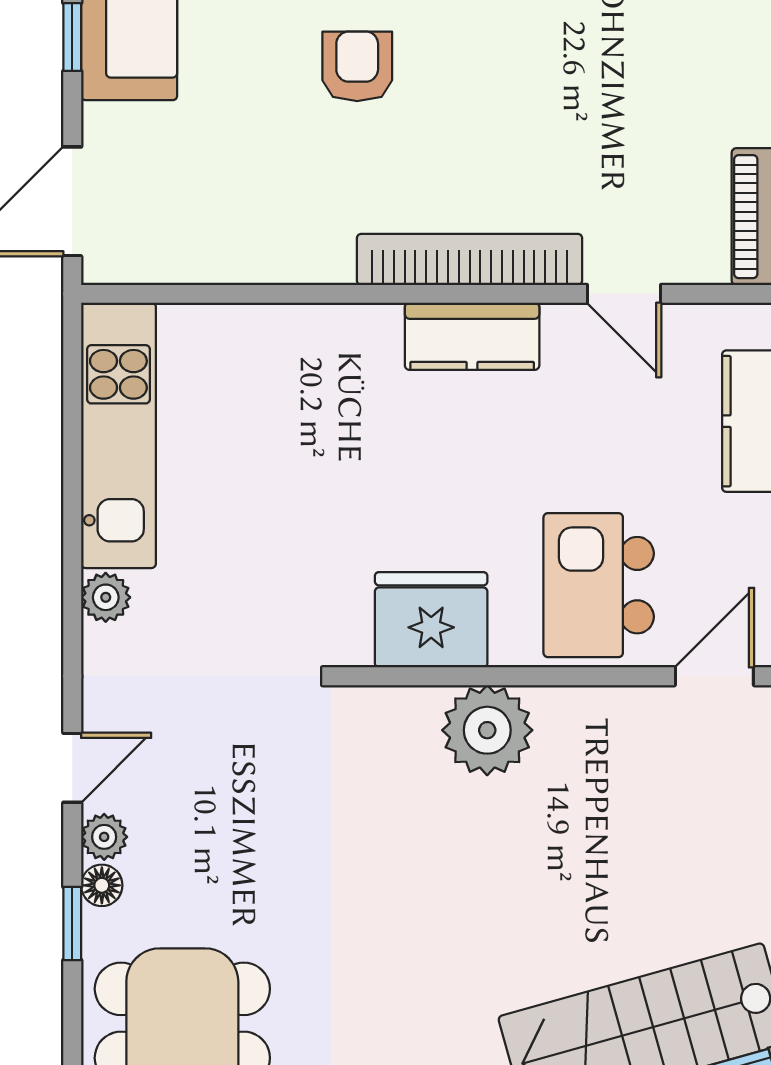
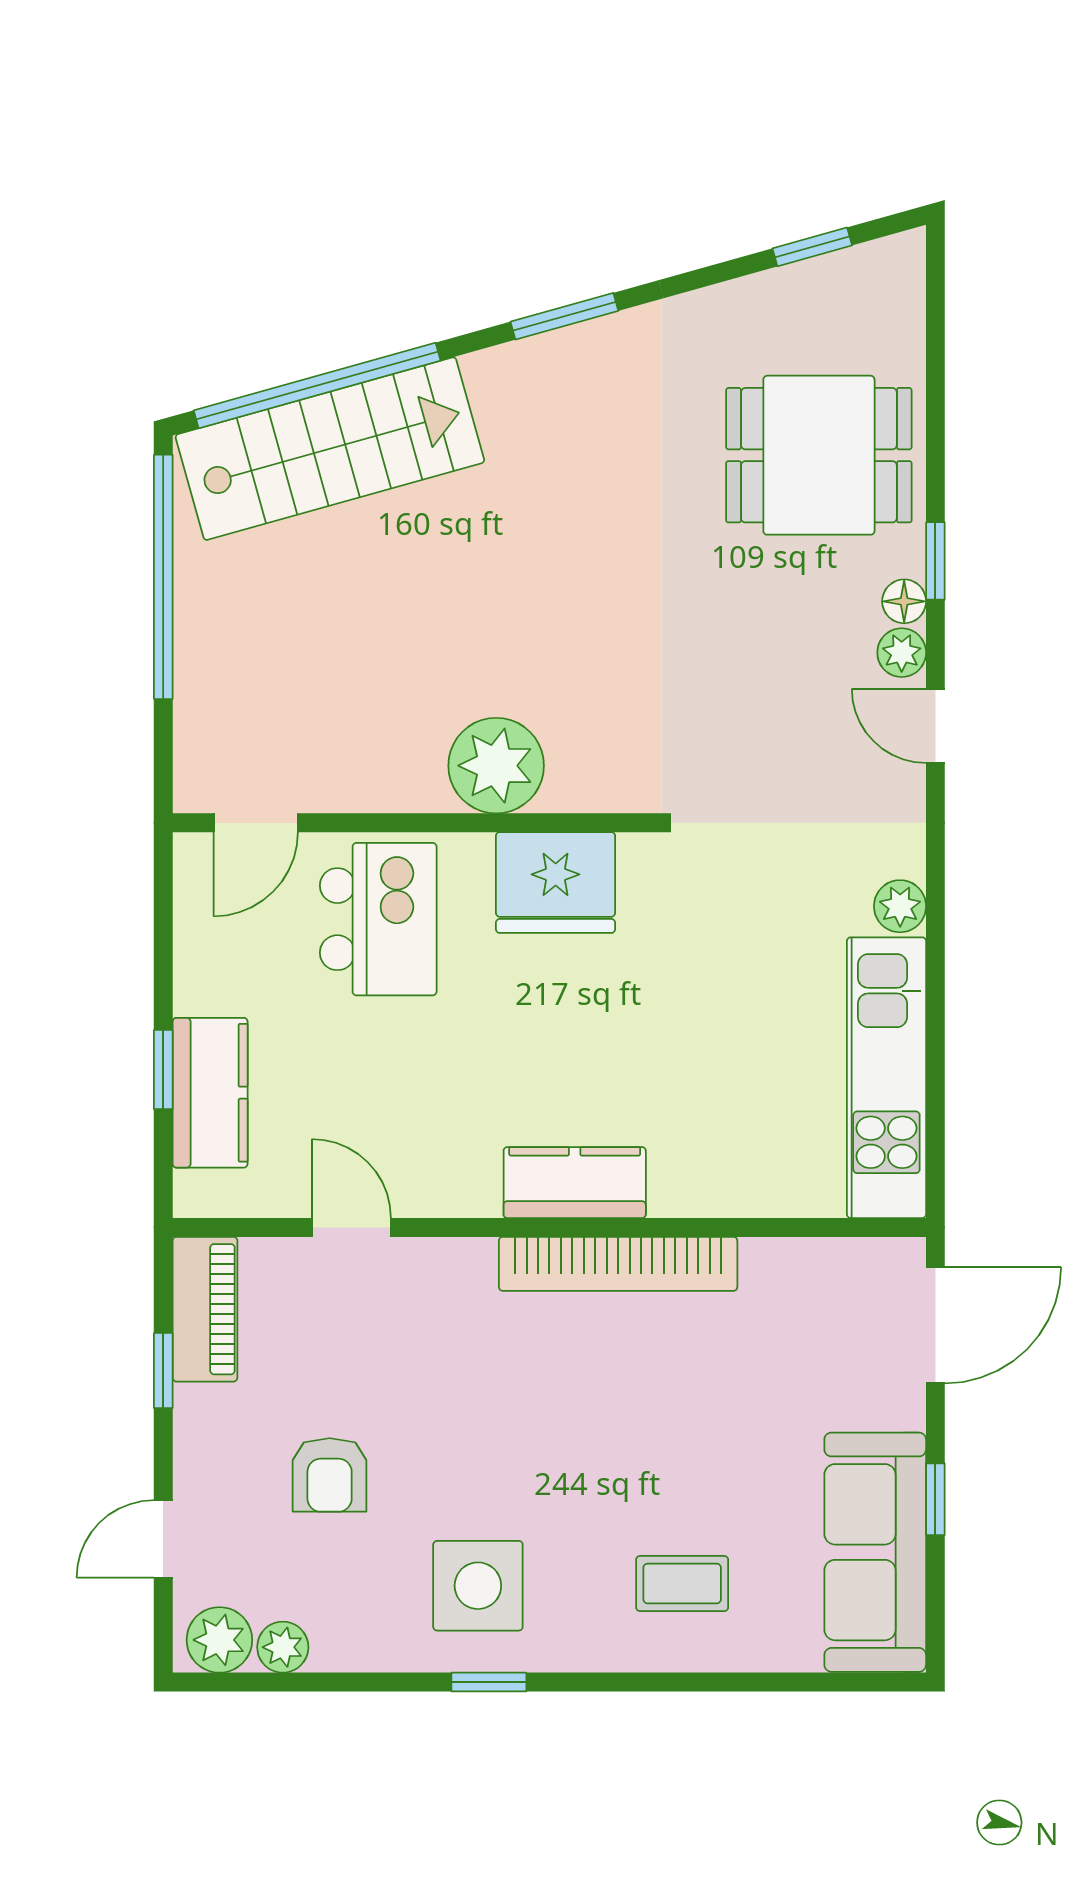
armchair: (357, 66) -> (330, 1475), moved
bookcase: (470, 259) -> (618, 1264), moved
kitchen counter: (472, 336) -> (575, 1183), moved
door: (72, 768) -> (935, 726), hinge flipped

